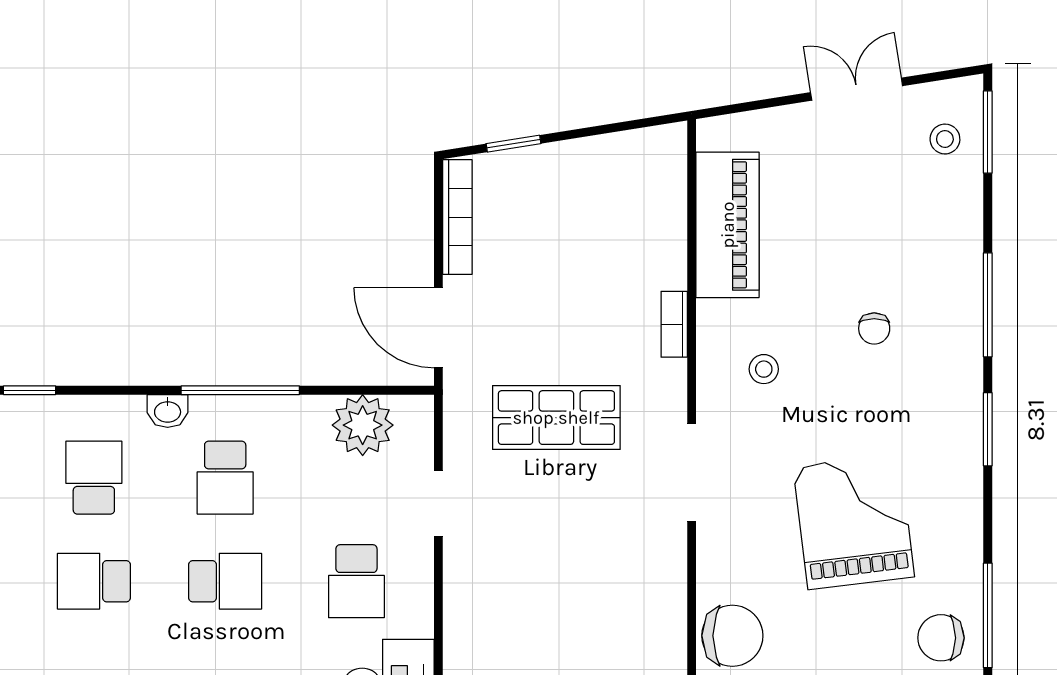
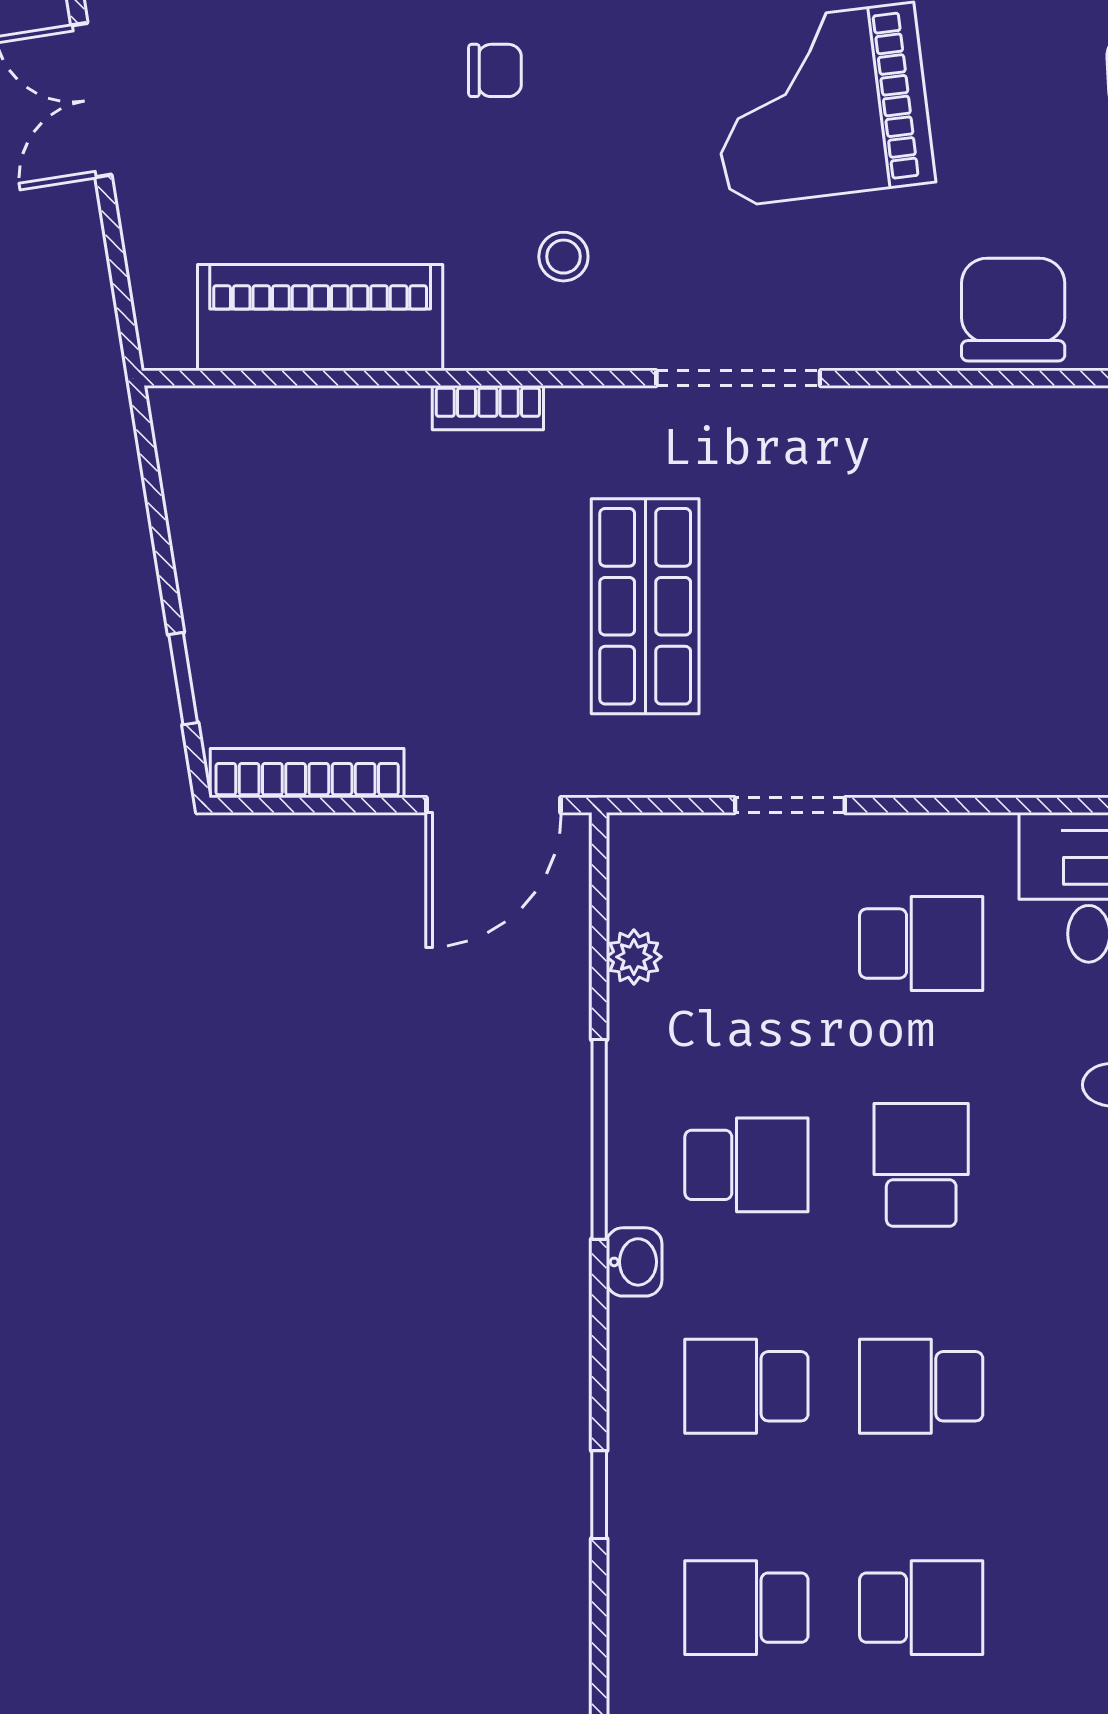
plant: (363, 425) -> (634, 957), width x0.53, depth x0.53
school desk: (94, 581) -> (921, 1386), turned 90

